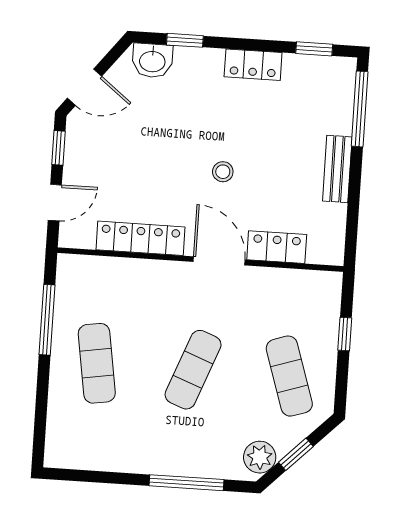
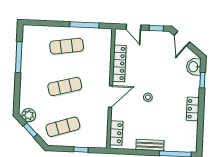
window: (314, 49) -> (200, 134), removed
locker: (277, 247) -> (116, 133), moved
exercise mat: (193, 370) -> (65, 86), turned -36
window: (186, 483) -> (19, 57), moved

